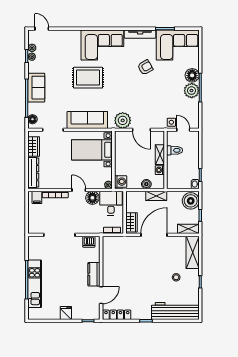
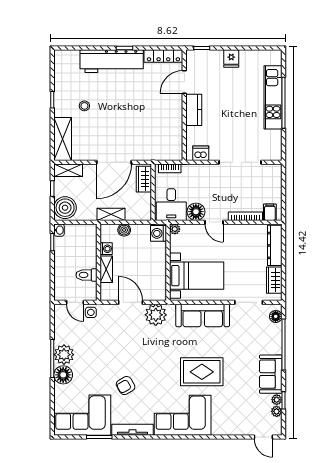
sofa: (36, 88) -> (271, 374), moved
workbench: (175, 311) -> (112, 61), moved

